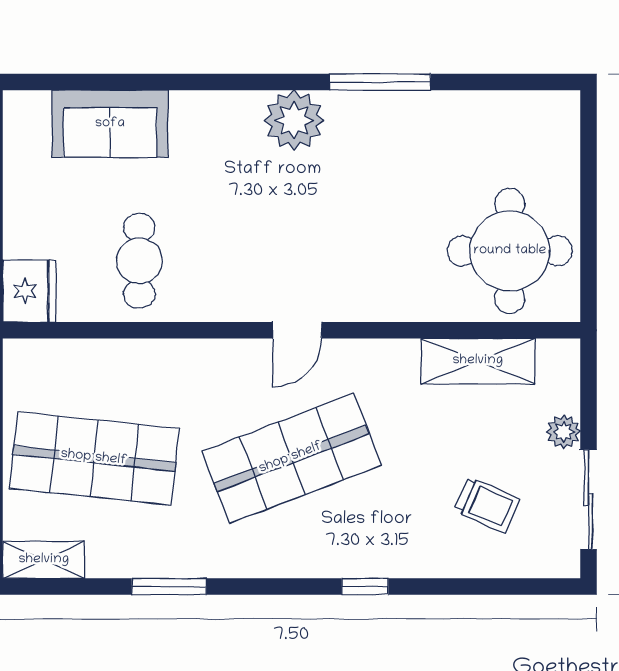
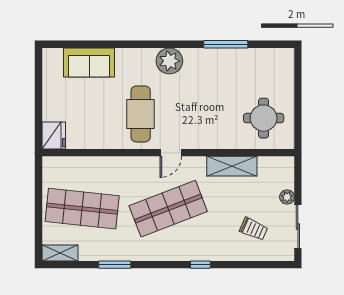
window: (380, 82) -> (226, 44), moved
round table: (510, 251) -> (264, 118), width x0.73, depth x0.73
cafe table: (139, 261) -> (141, 114), moved, width x1.37, depth x1.35
shelving: (478, 361) -> (232, 166), moved

